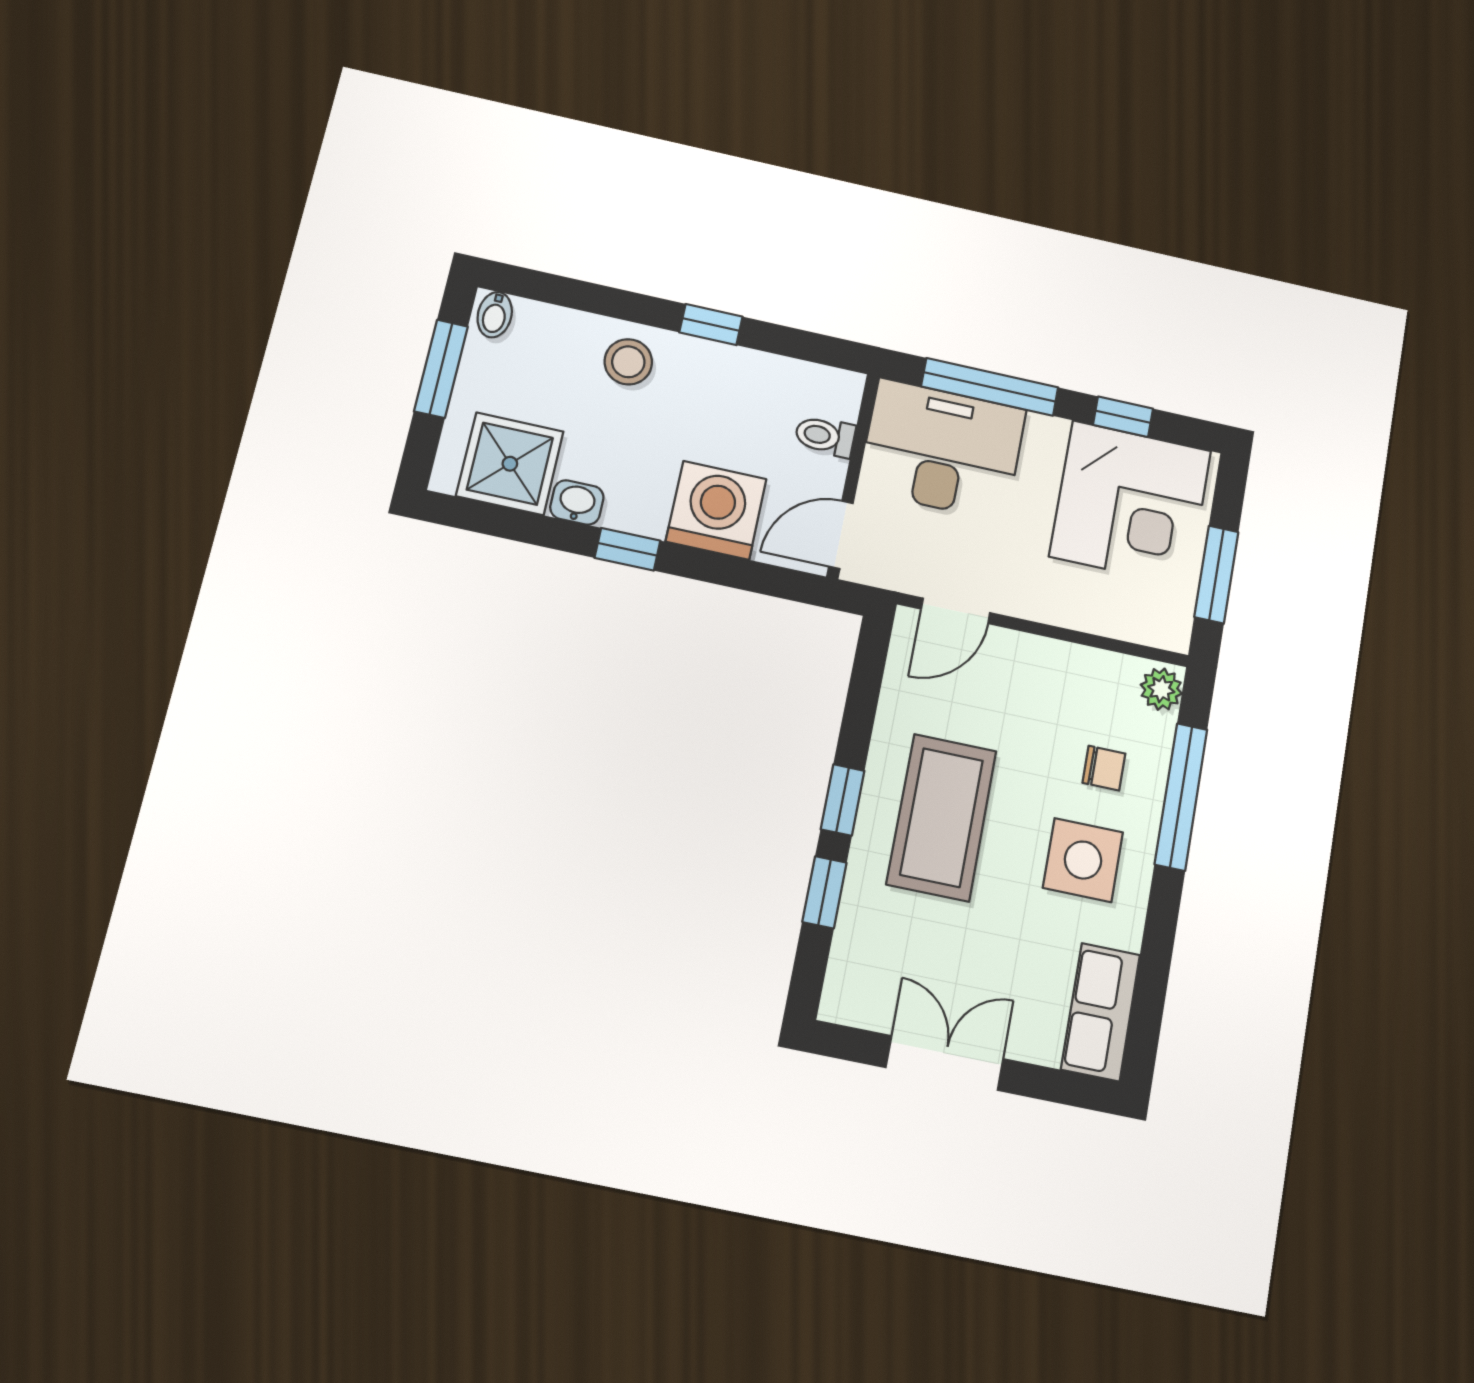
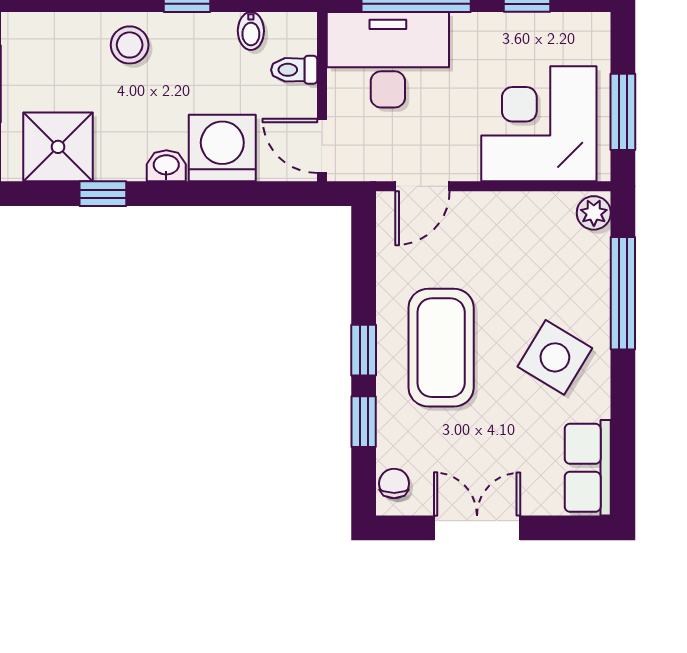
bidet: (495, 315) -> (251, 31), moved
washbasin: (577, 502) -> (166, 166), moved
corner desk: (1131, 503) -> (539, 124), moved, turned 180
door: (841, 535) -> (322, 146), hinge flipped
window: (627, 549) -> (103, 194), moved
chair: (1104, 768) -> (394, 483), moved, turned -90
side table: (1083, 860) -> (555, 357), turned 31

